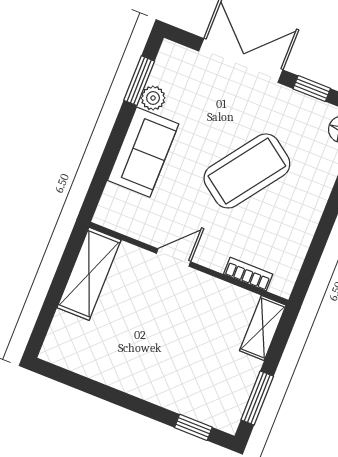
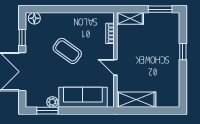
sofa: (143, 152) -> (83, 97), width x1.36
coffee table: (247, 171) -> (67, 51), width x0.73, depth x0.76
window: (193, 427) -> (183, 52), moved

